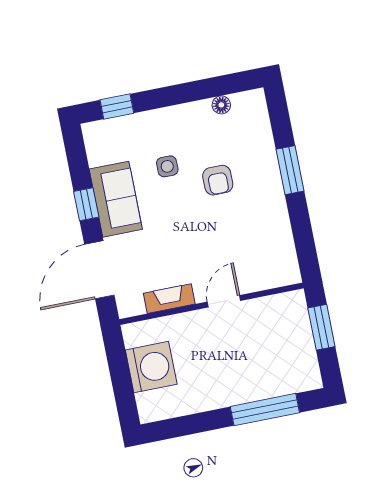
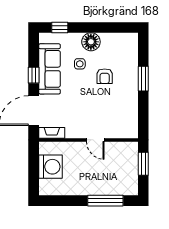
floor lamp: (221, 105) -> (91, 42), moved, width x1.89, depth x1.89
sofa: (116, 199) -> (50, 69), width x1.36
fireplace: (169, 299) -> (52, 133), moved
door: (224, 301) -> (95, 140), swing flipped

